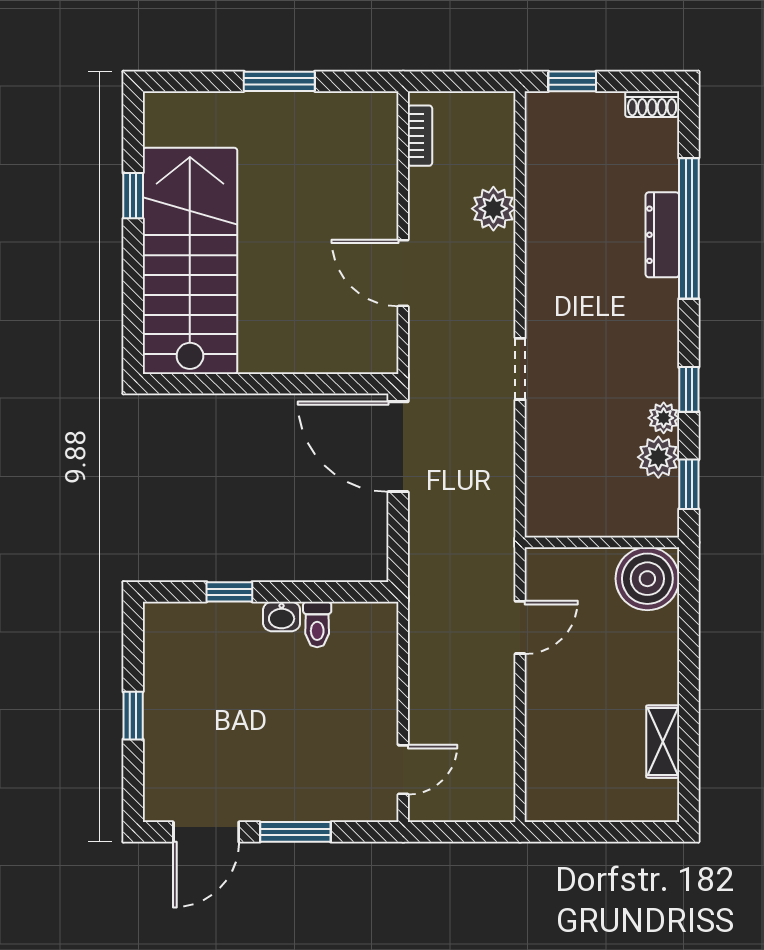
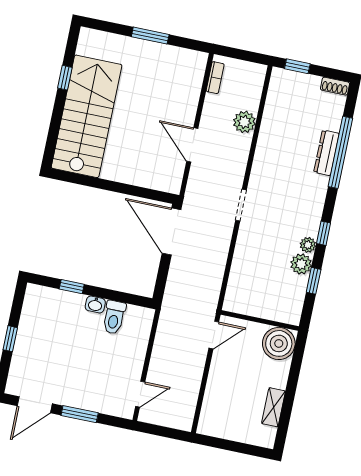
wall: (602, 542) -> (260, 320), moved
boiler: (647, 579) -> (279, 343), moved
toilet: (317, 624) -> (114, 317), width x1.37, depth x1.39

